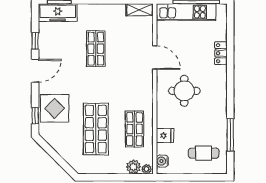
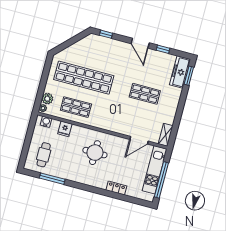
door: (155, 58) -> (139, 140), moved
display table: (55, 108) -> (108, 50), removed
shop shelf: (96, 129) -> (84, 78), width x1.40

